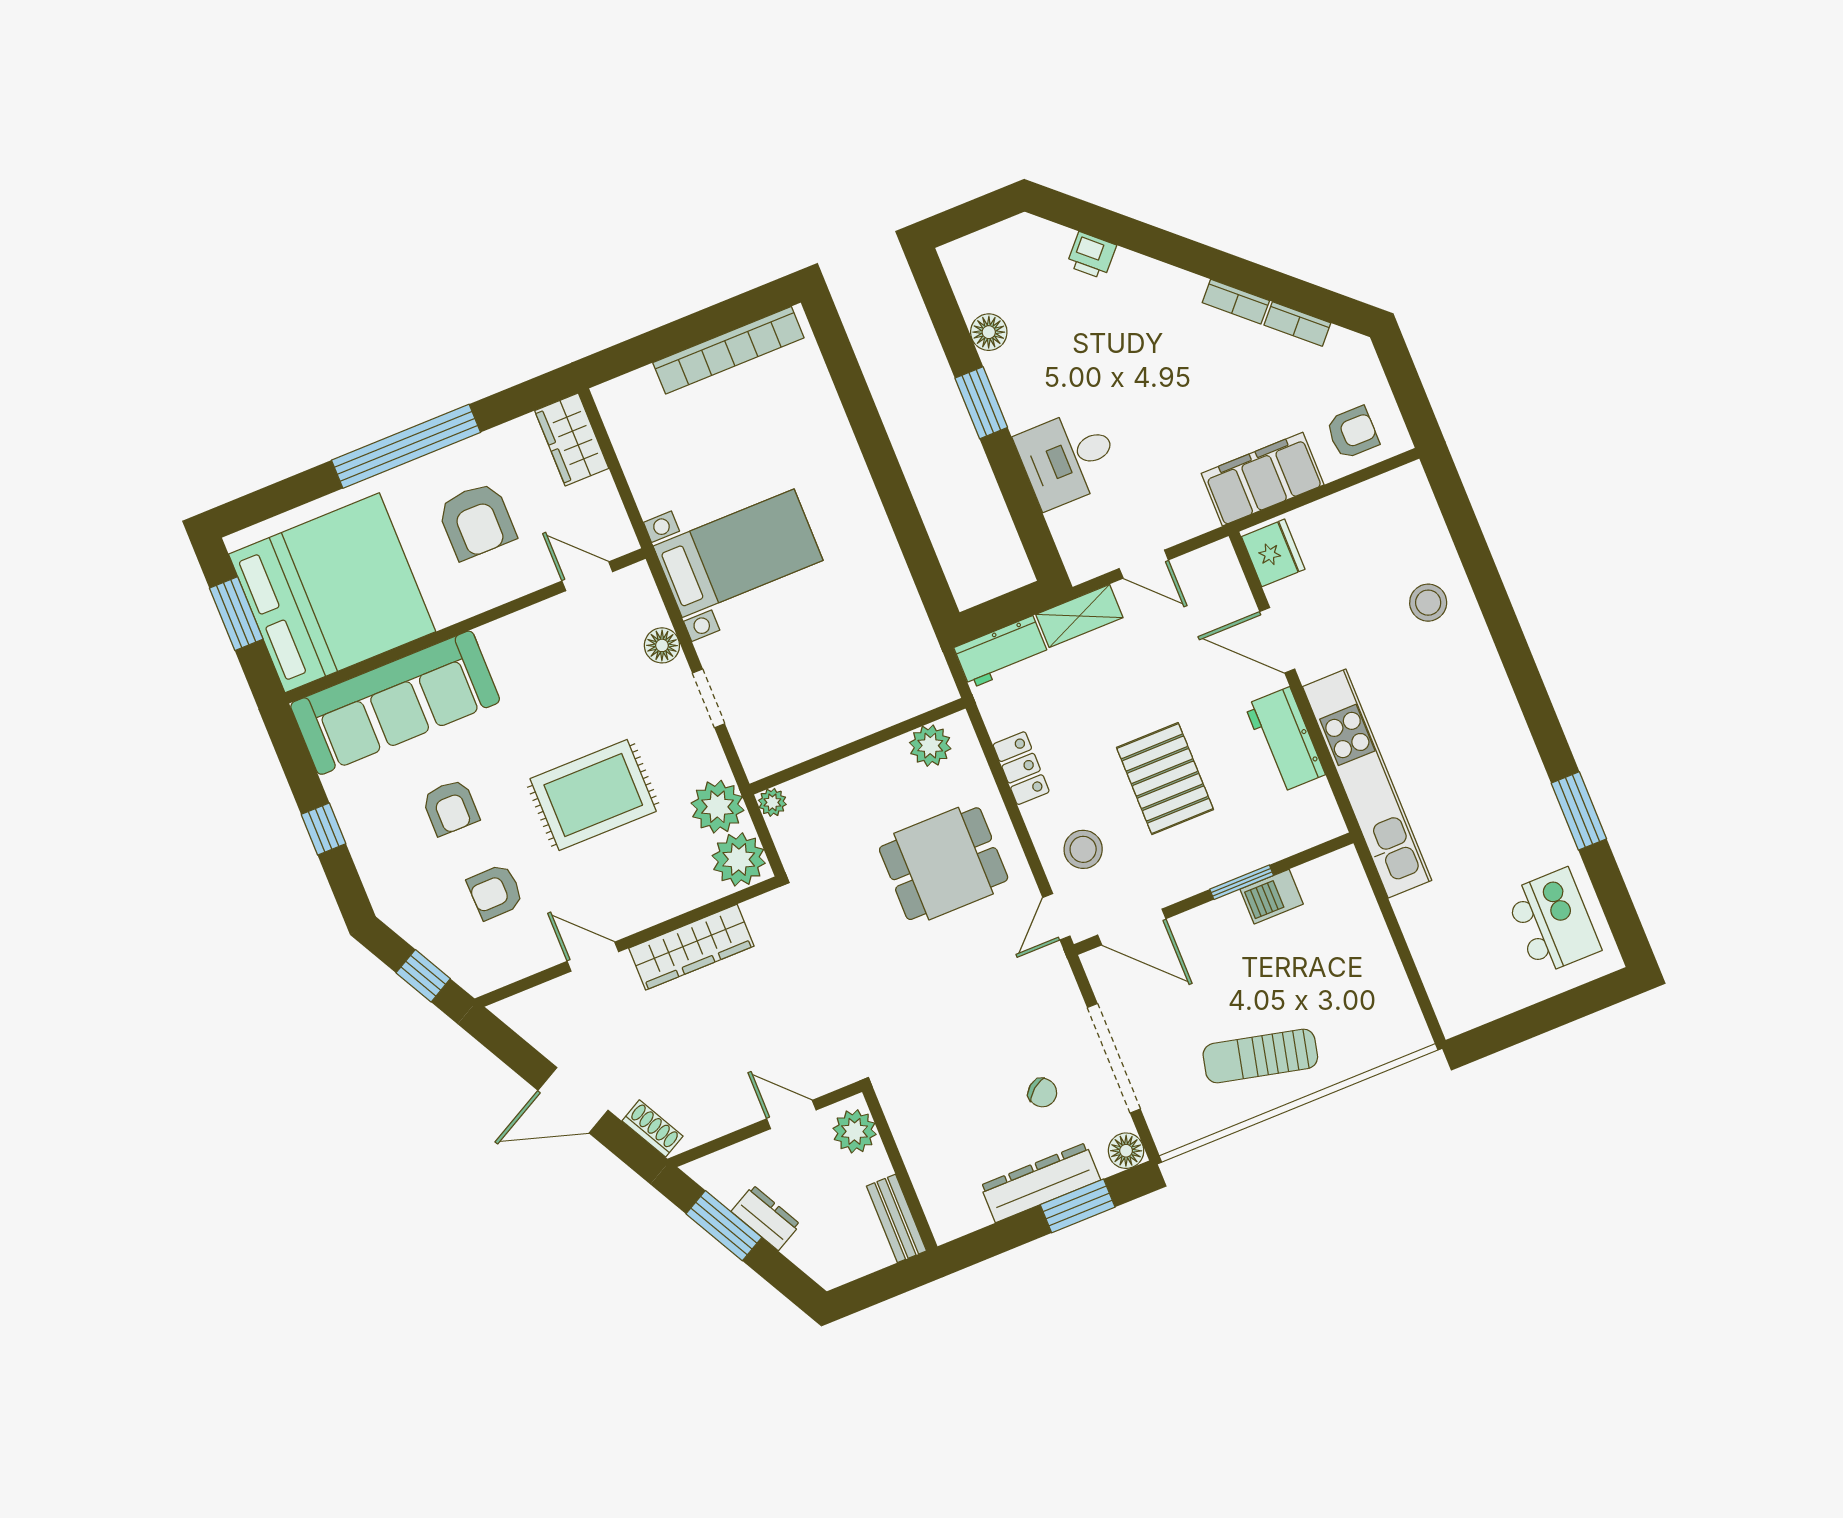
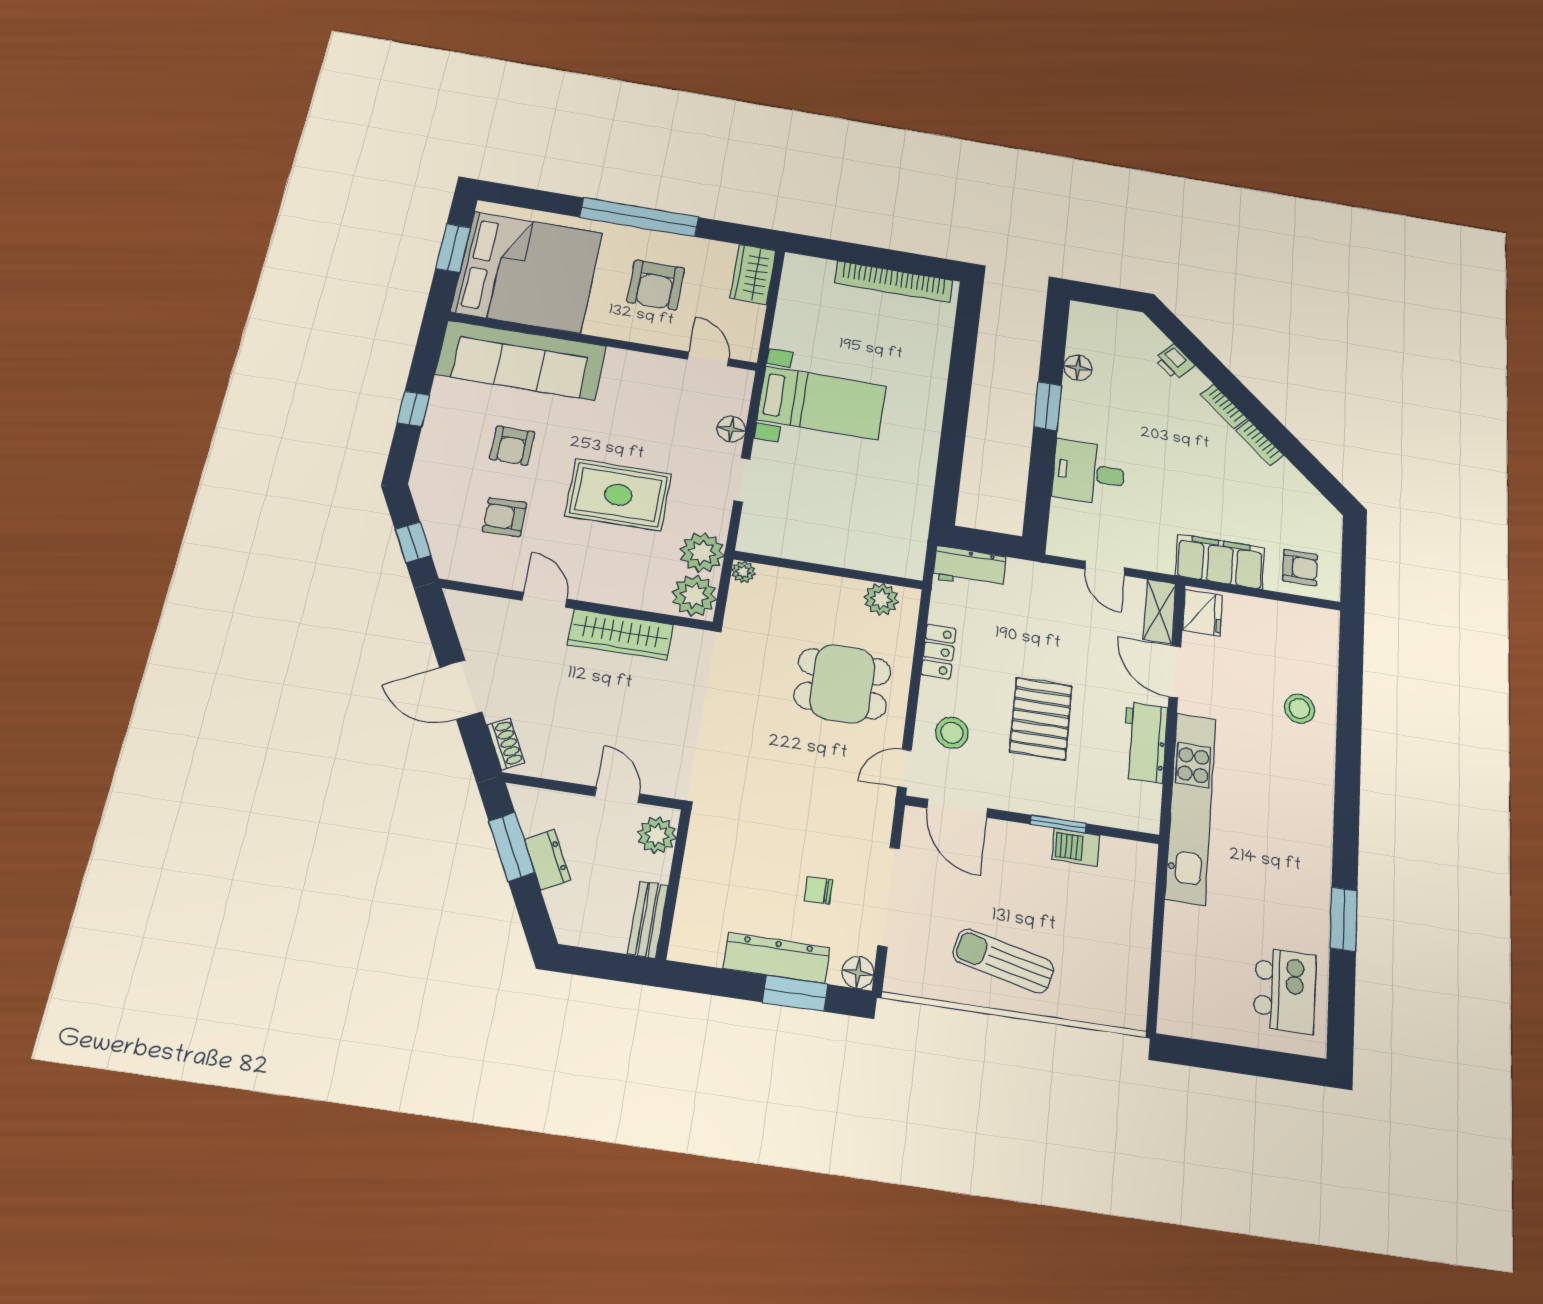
bookcase: (1297, 324) -> (1224, 406), moved
shelving: (1079, 616) -> (1160, 612), moved, turned 90
chair: (1042, 1093) -> (819, 890), turned 128

